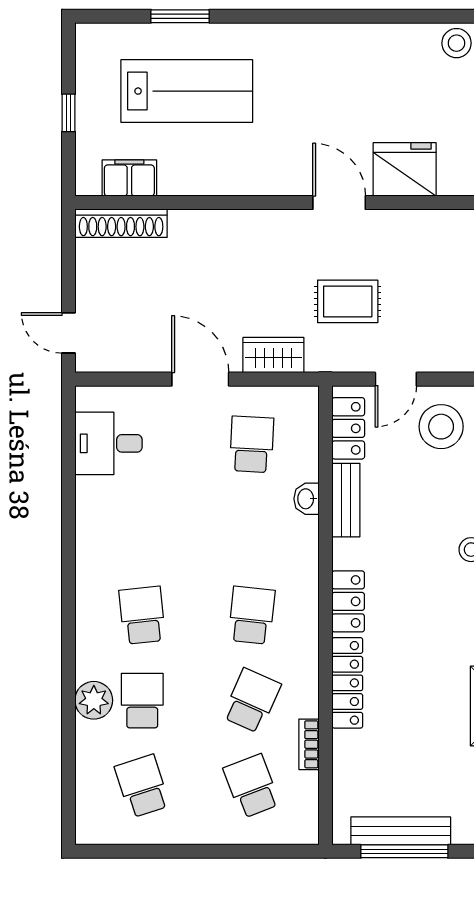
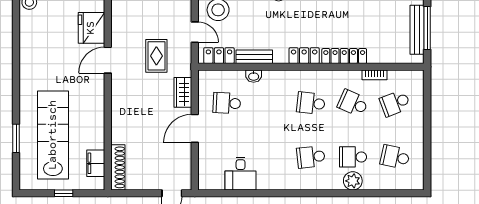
lab bench: (187, 91) -> (53, 135), width x1.36
desk: (109, 443) -> (241, 174), moved
school desk: (142, 786) -> (395, 157), turned 30

